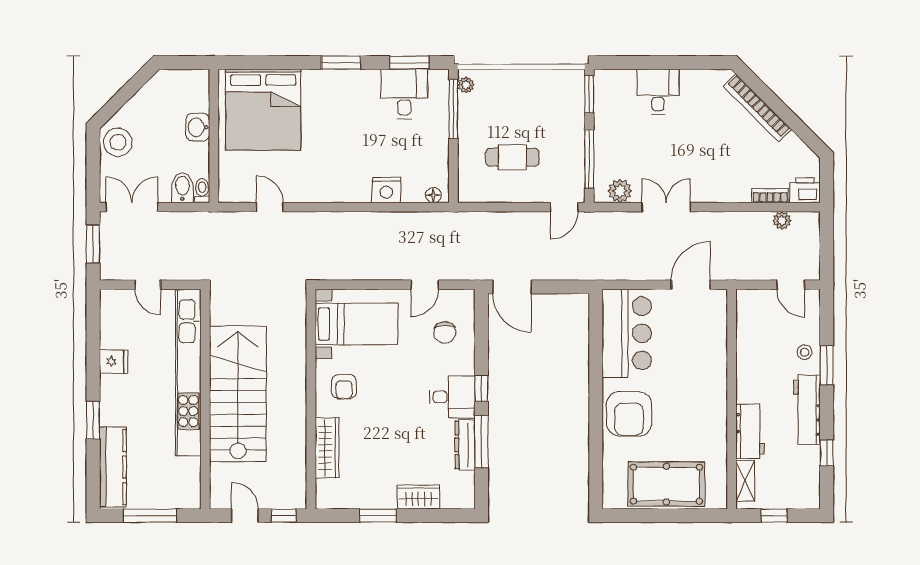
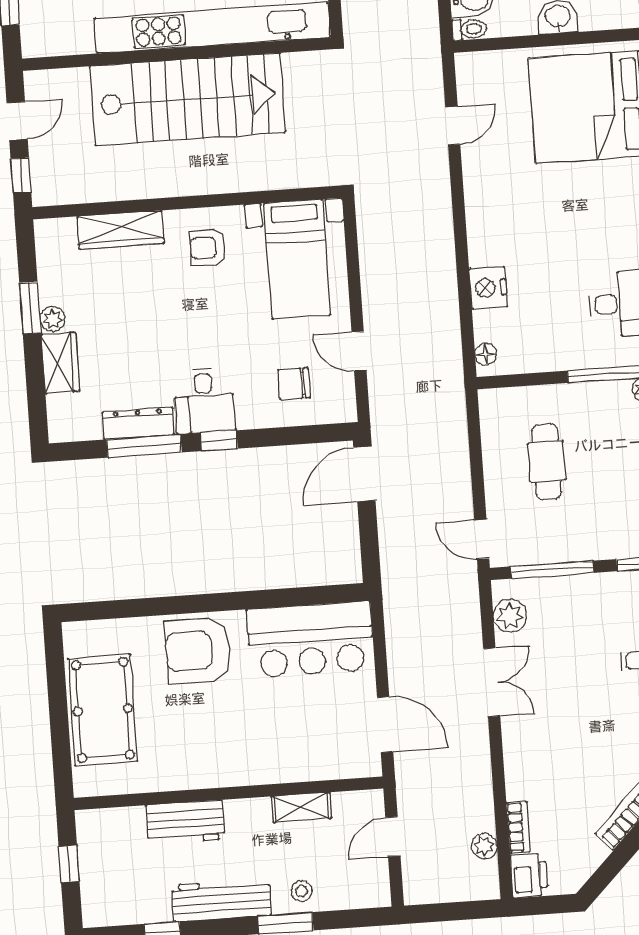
door: (791, 285) -> (393, 837), moved
shelving: (745, 481) -> (301, 807), moved
plant: (387, 500) -> (53, 319), added

